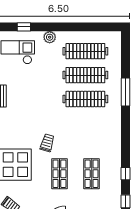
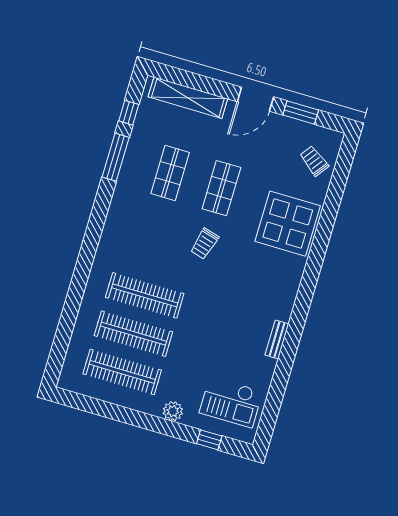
window: (126, 92) -> (77, 288), removed
trolley: (47, 143) -> (205, 244), moved
window: (126, 174) -> (116, 157), width x2.17

